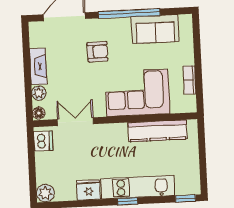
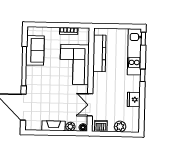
armchair: (98, 52) -> (47, 88), removed
kitchen unit: (138, 187) -> (134, 52), moved
plant: (45, 193) -> (120, 127), moved

